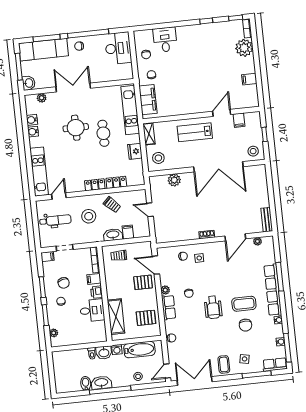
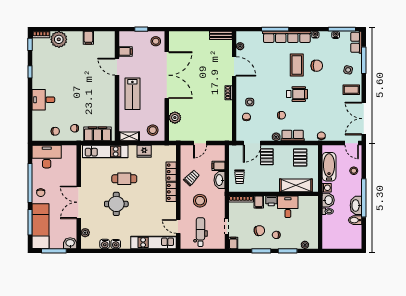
desk: (165, 40) -> (43, 100), moved

